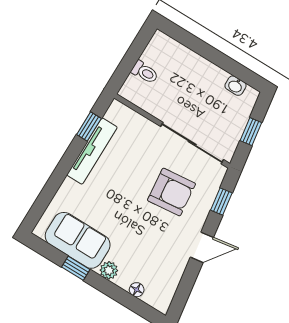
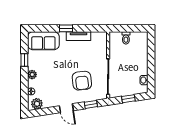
window: (89, 126) -> (66, 28), moved
tv unit: (92, 151) -> (78, 36), width x0.71
sofa: (78, 240) -> (43, 41), moved, turned 90
plant: (164, 293) -> (37, 104), added

